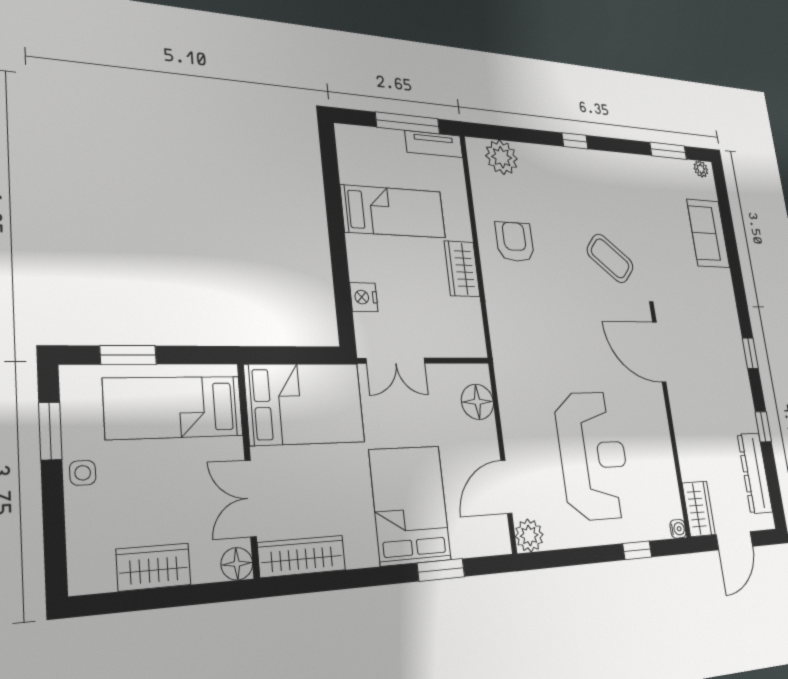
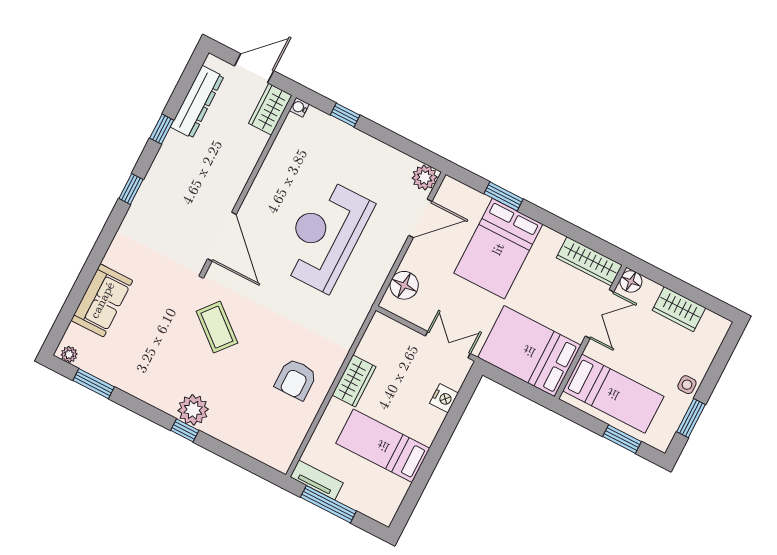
plant: (502, 157) -> (193, 410), moved
reception desk: (593, 455) -> (325, 235), moved

